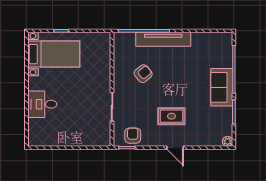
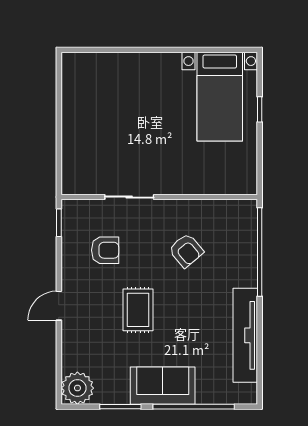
tv unit: (163, 39) -> (245, 335), moved
desk: (42, 104) -> (134, 77), removed
rug: (171, 116) -> (138, 310), moved
armchair: (133, 136) -> (105, 250), moved
plant: (228, 141) -> (77, 388), width x1.88, depth x1.88

